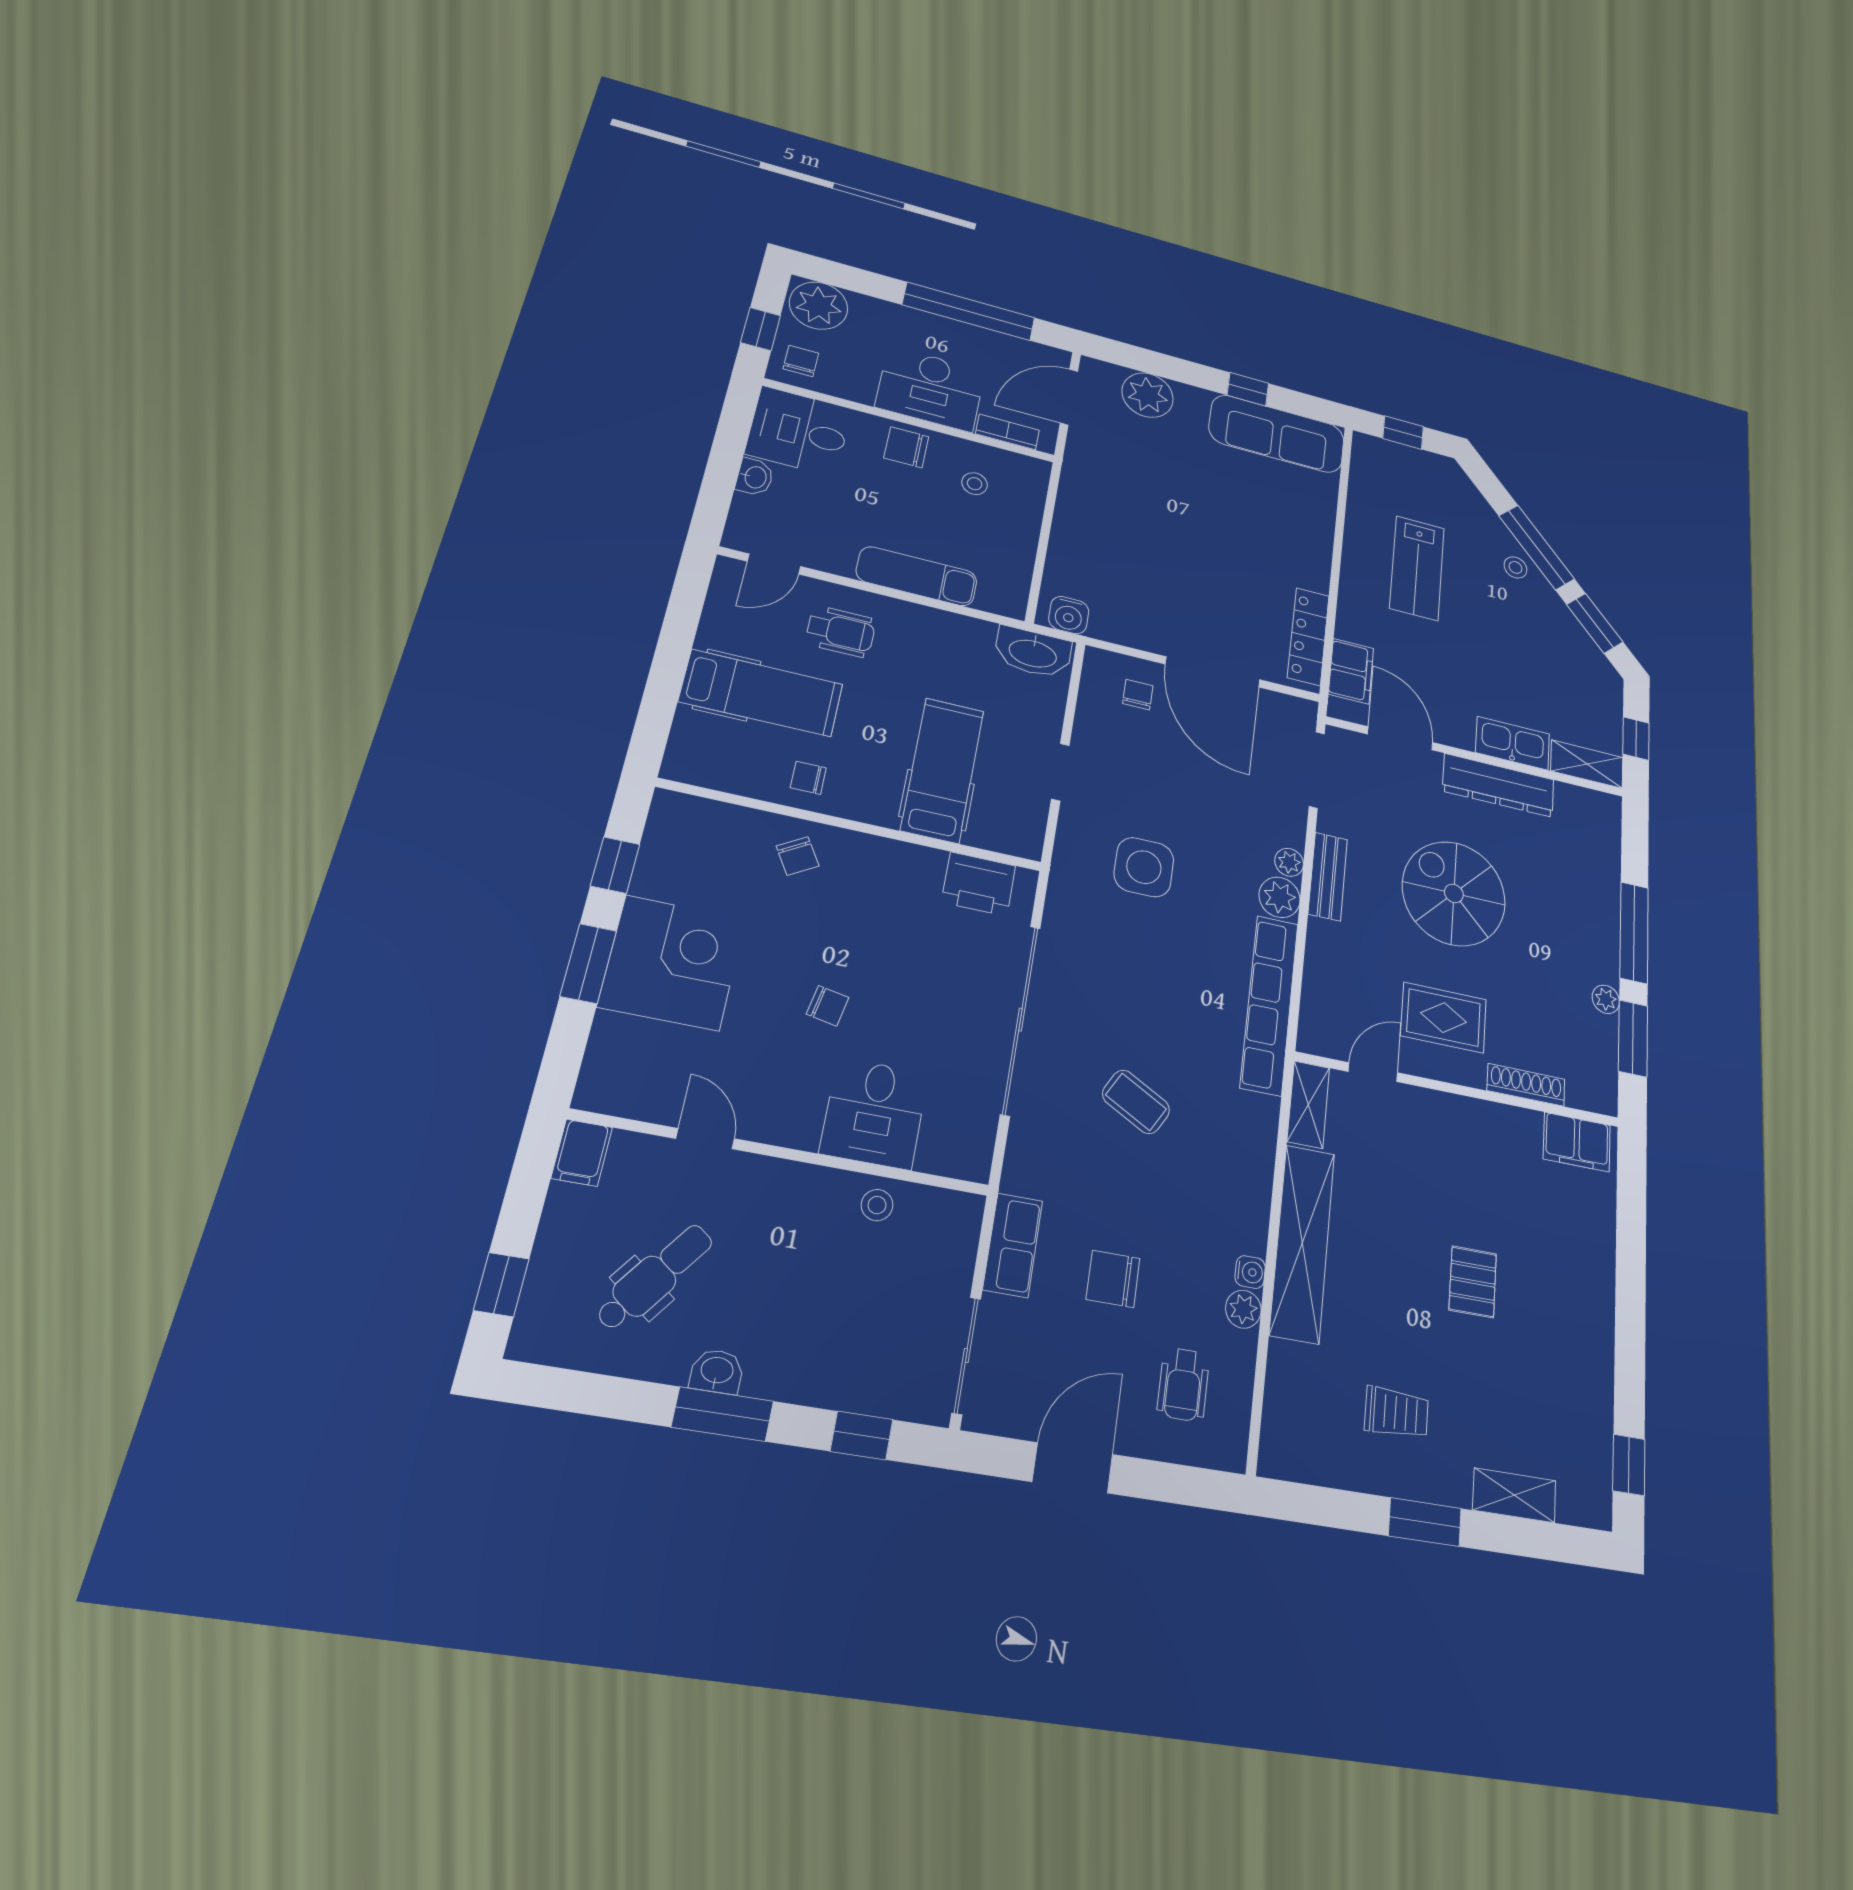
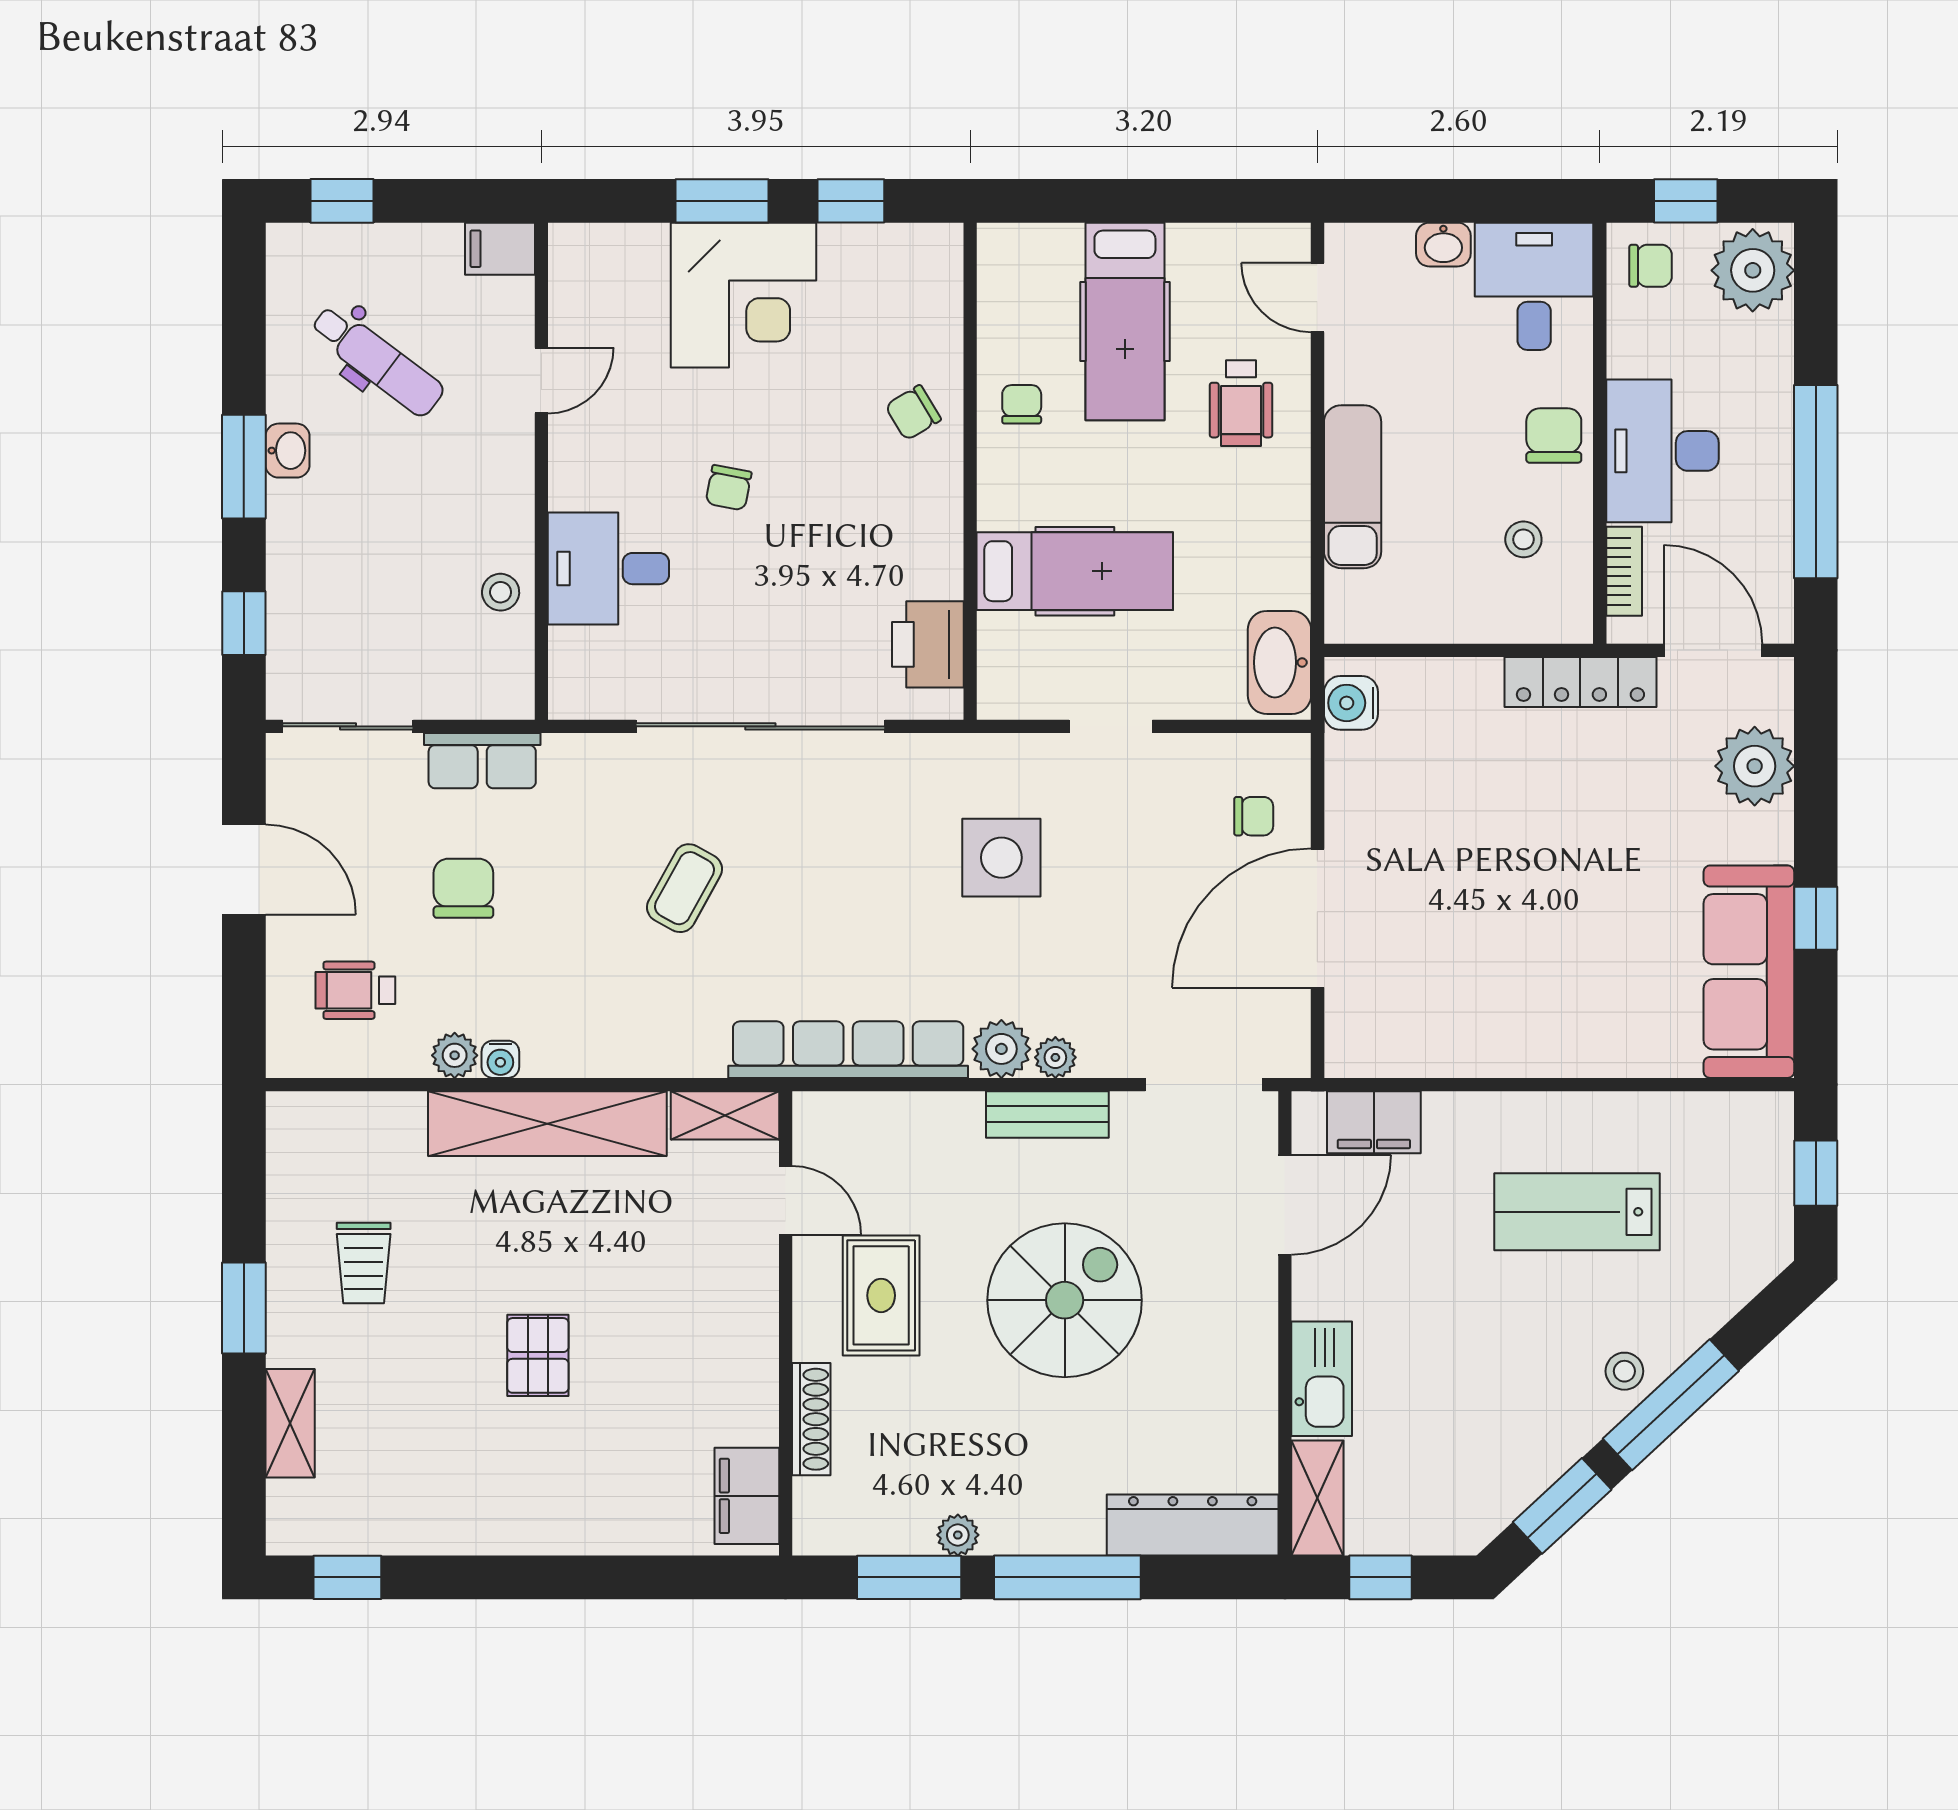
locker: (1308, 636) -> (1580, 682), moved, turned 180
dresser: (1498, 785) -> (1193, 1525), moved, turned 90
pallet: (1473, 1282) -> (538, 1355), turned 90

